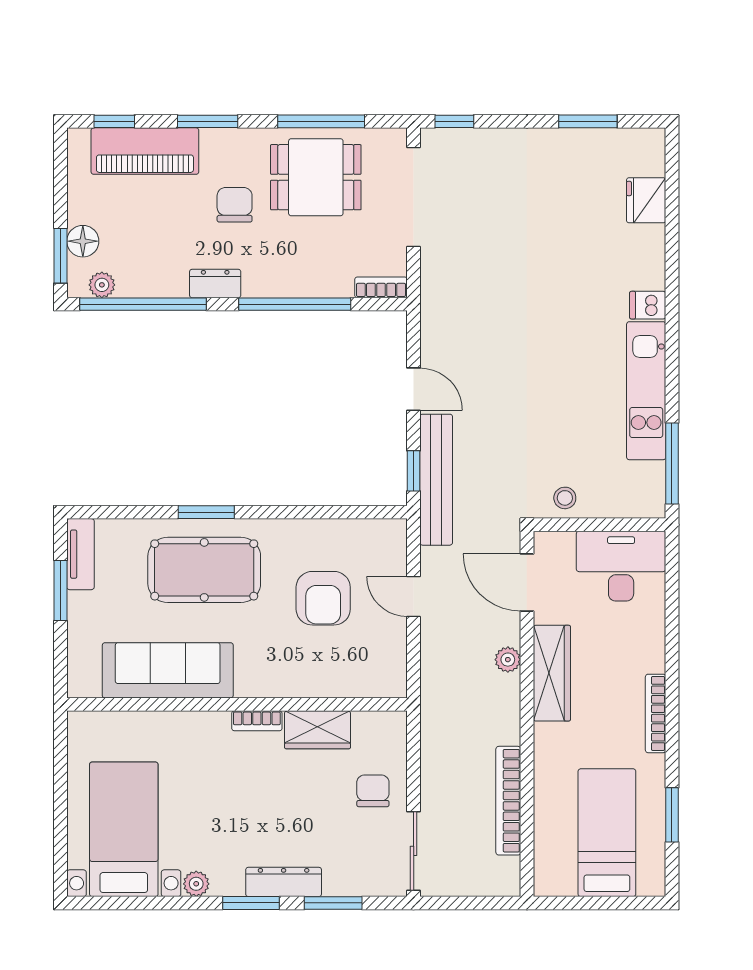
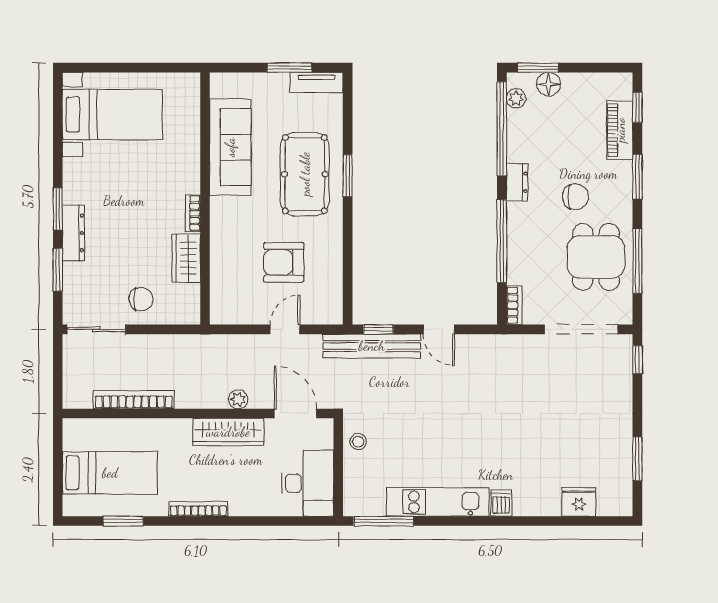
piano: (145, 151) -> (620, 130), width x0.73, depth x0.75
door: (414, 389) -> (439, 329), hinge flipped
door: (527, 582) -> (295, 414), hinge flipped
plant: (196, 884) -> (72, 168), removed

